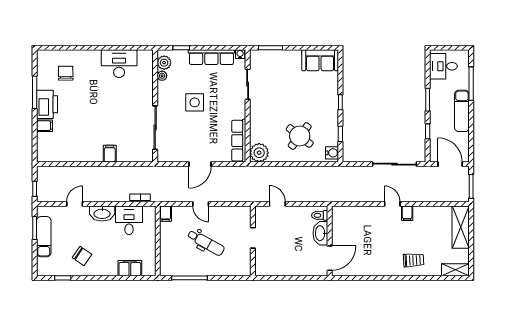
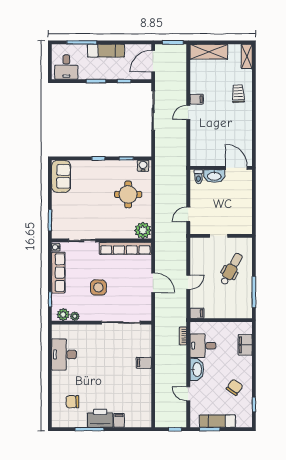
round table: (300, 136) -> (128, 194), turned -38
row of seats: (239, 141) -> (125, 248), width x1.36
dental chair: (206, 243) -> (231, 269), moved

